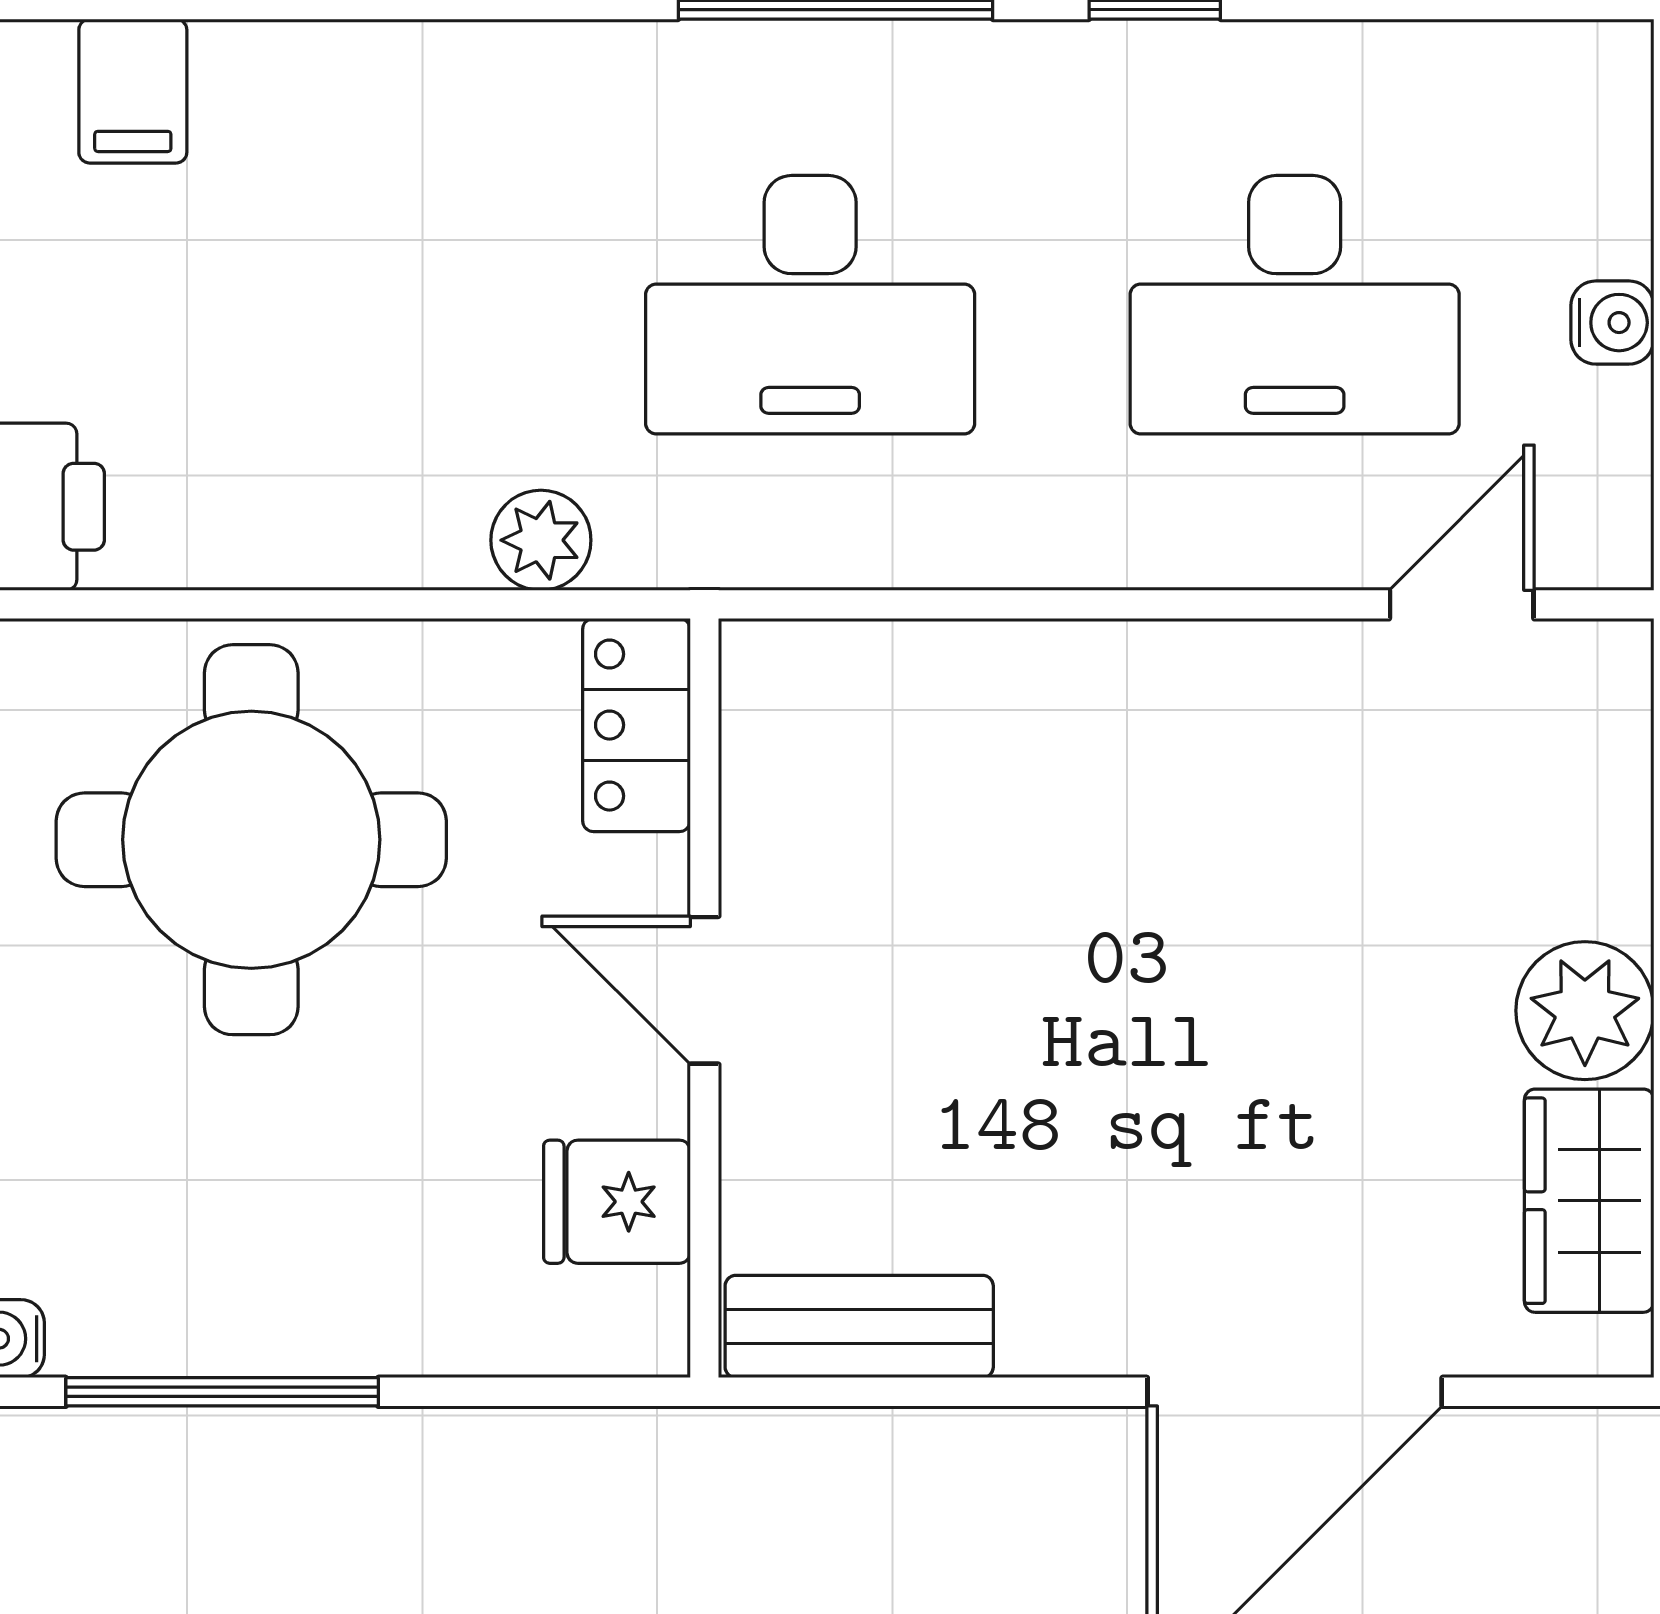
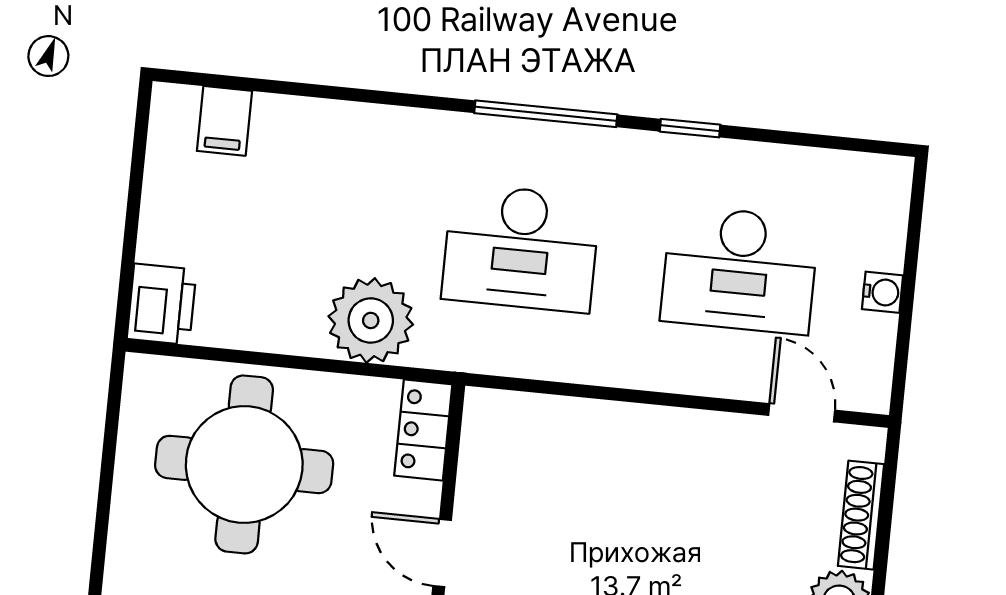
plant: (541, 540) -> (371, 320), width x1.87, depth x1.87
door: (1462, 604) -> (802, 413), hinge flipped
shoe rack: (1614, 816) -> (861, 515), added

